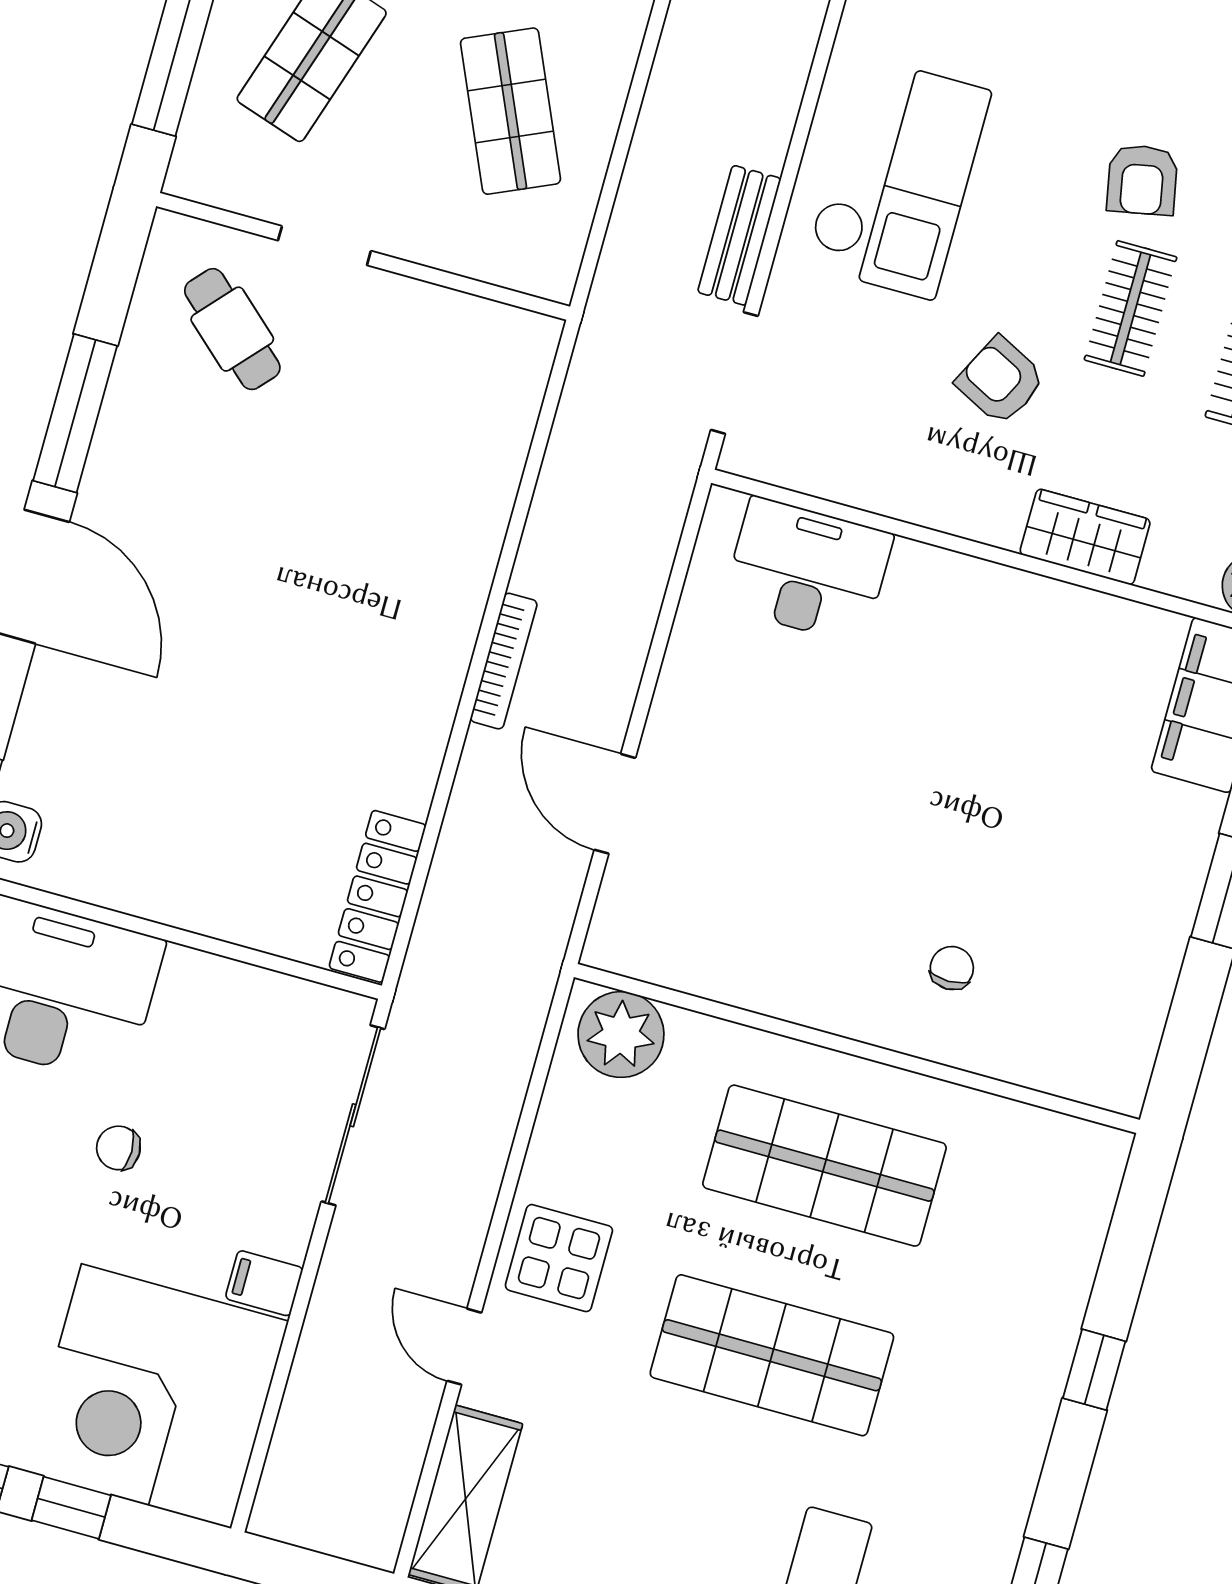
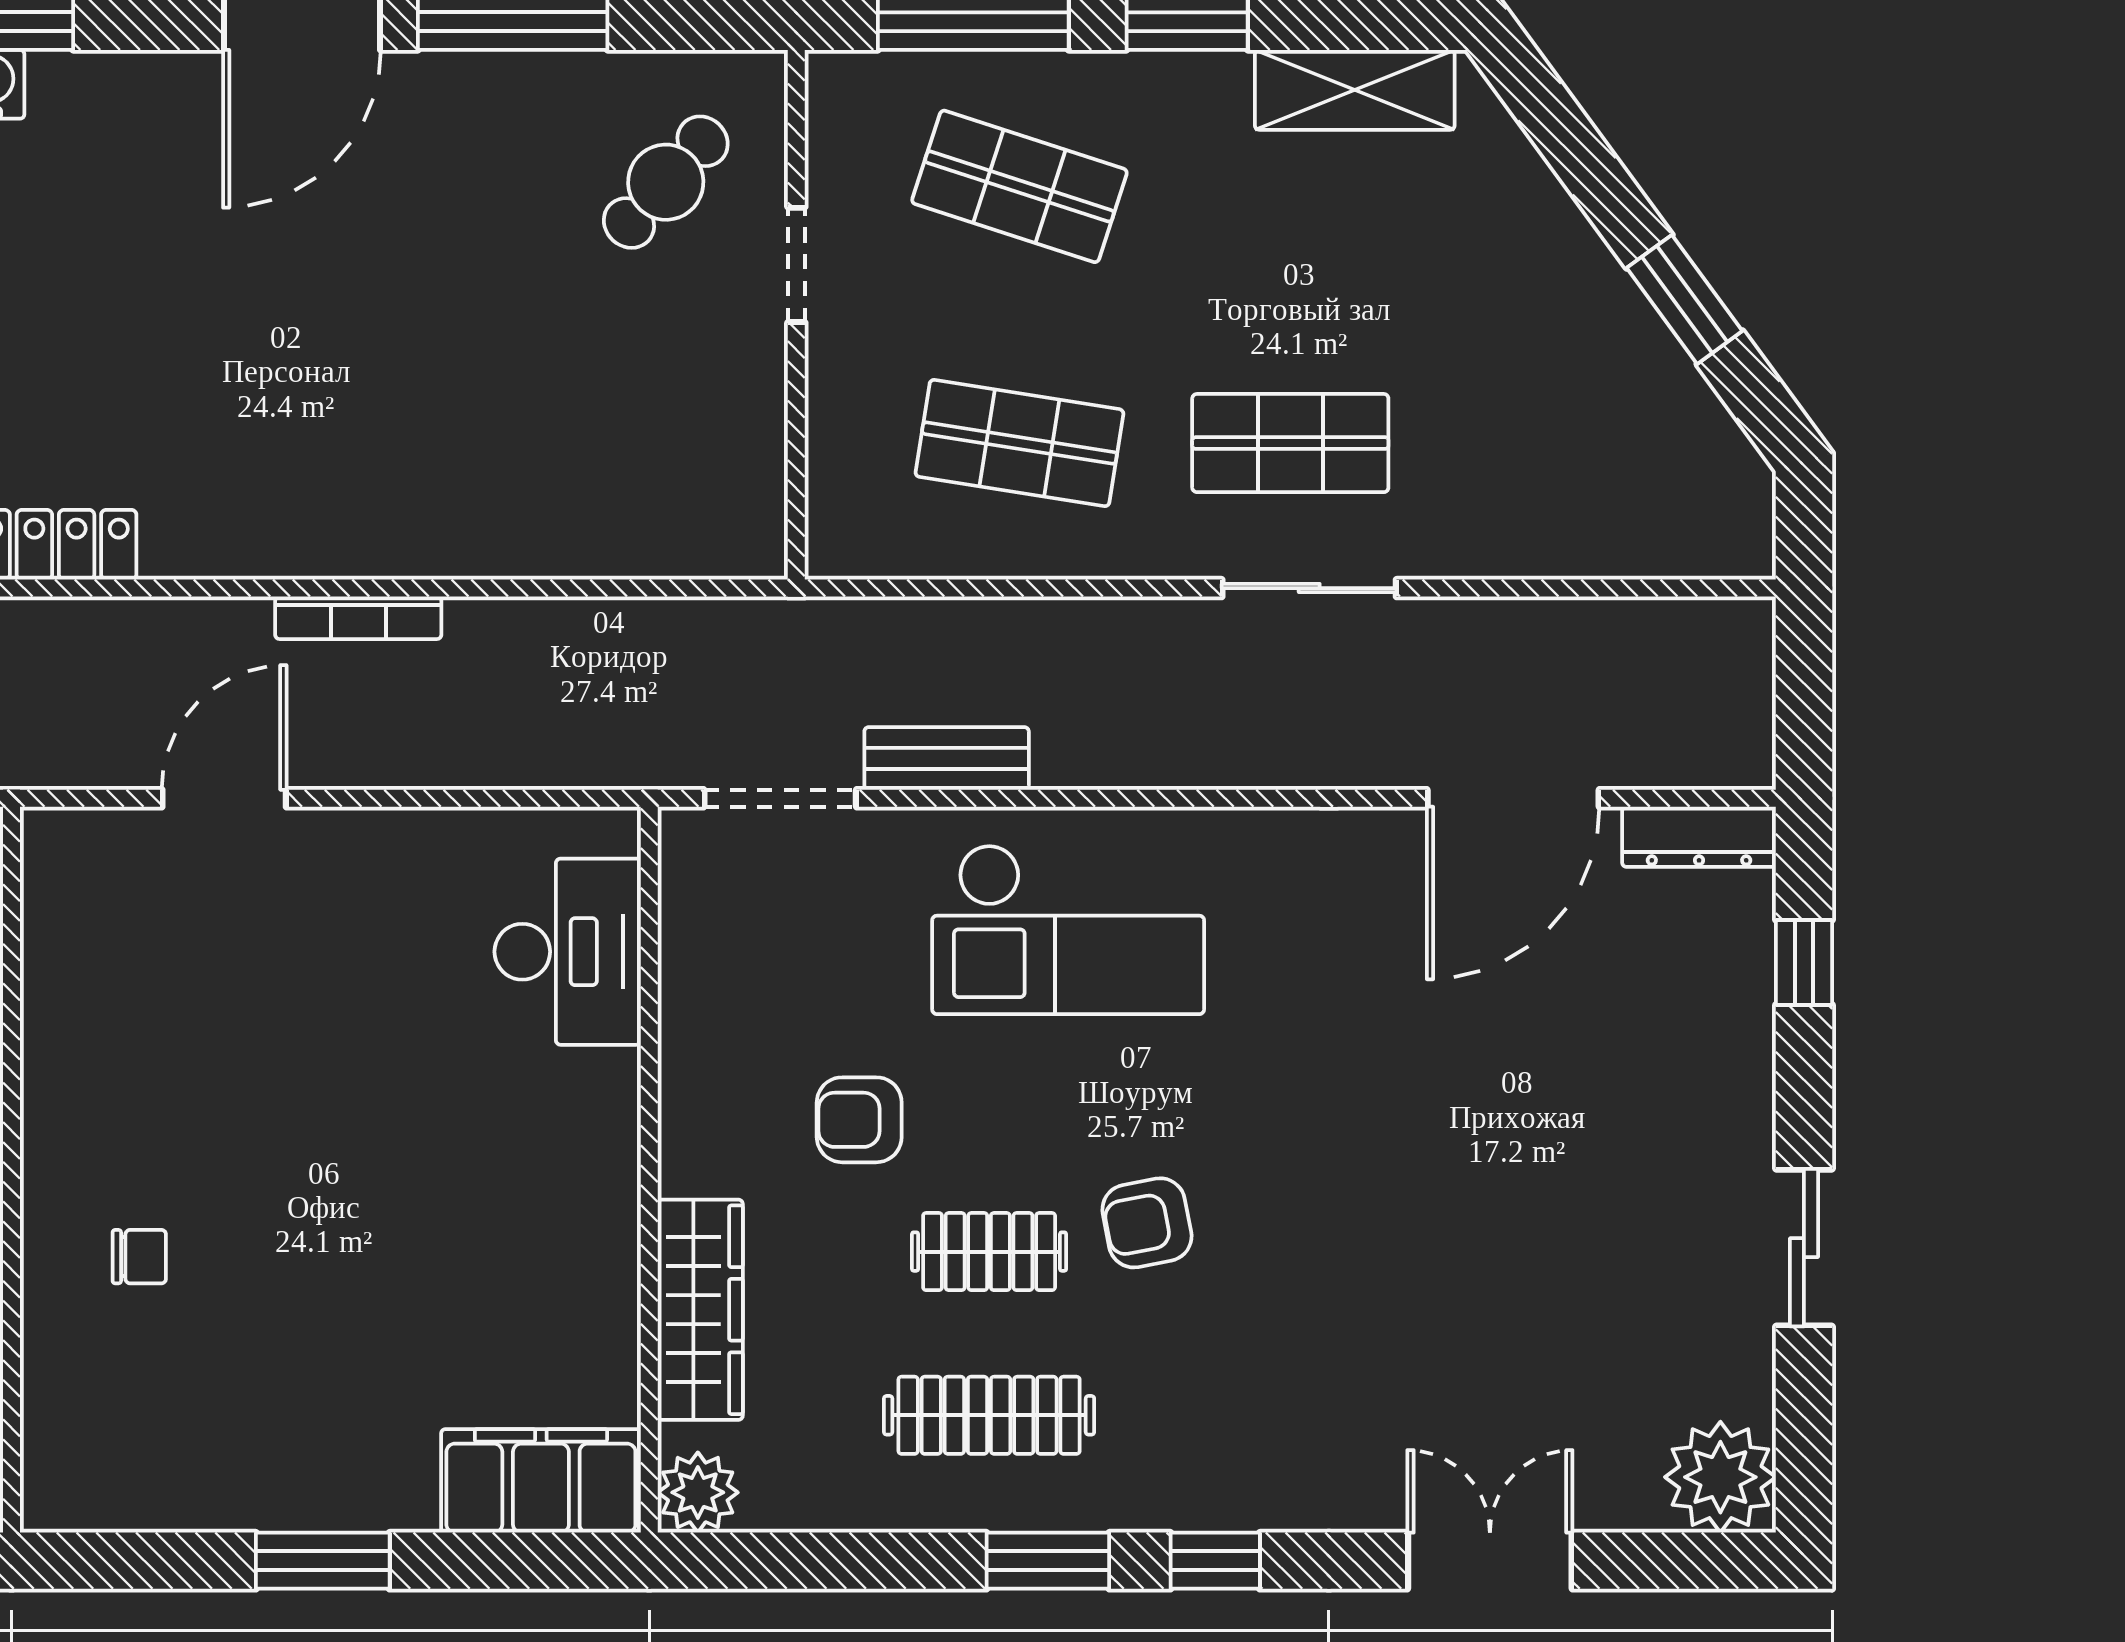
shop shelf: (510, 111) -> (1019, 443), turned 33
armchair: (1000, 381) -> (859, 1120), turned -117
wardrobe: (1085, 537) -> (700, 1310), width x1.50

